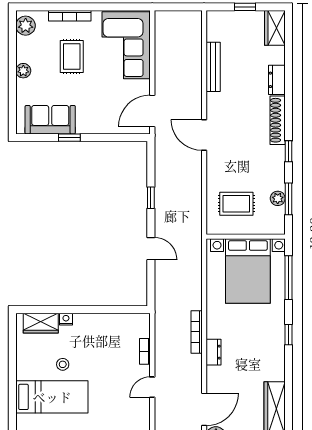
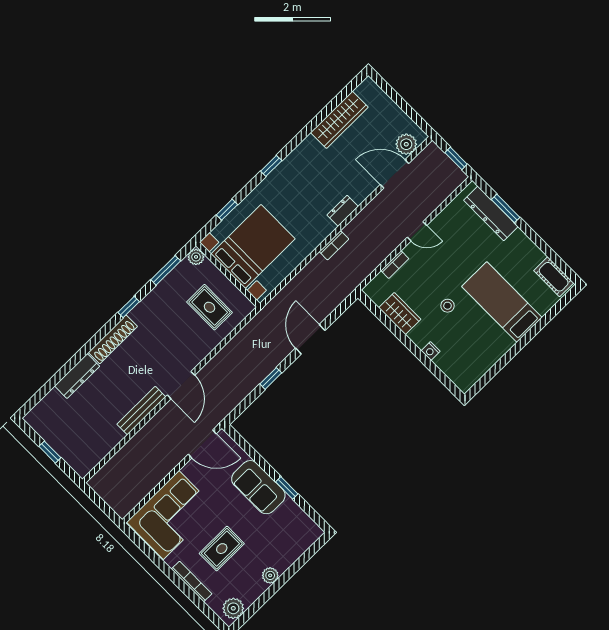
wardrobe: (275, 28) -> (43, 413), removed
bench: (213, 67) -> (141, 411), moved
dresser: (277, 80) -> (77, 376), width x1.44
sofa: (50, 120) -> (258, 487), moved
plant: (278, 198) -> (196, 257), moved
door: (151, 249) -> (310, 339), width x1.38
window: (288, 278) -> (227, 210), width x0.46
wardrobe: (41, 323) -> (400, 314), moved
bookcase: (197, 332) -> (334, 245), width x0.64
stool: (63, 364) -> (447, 306), moved

